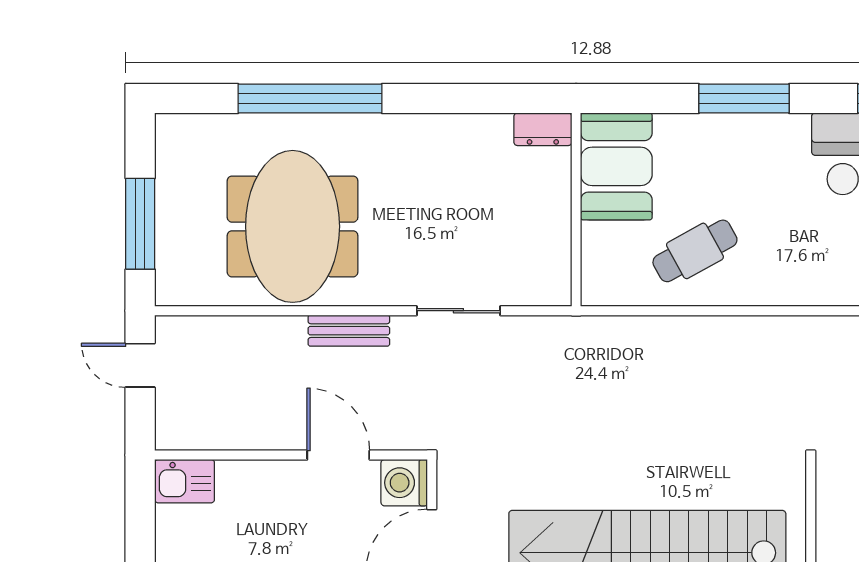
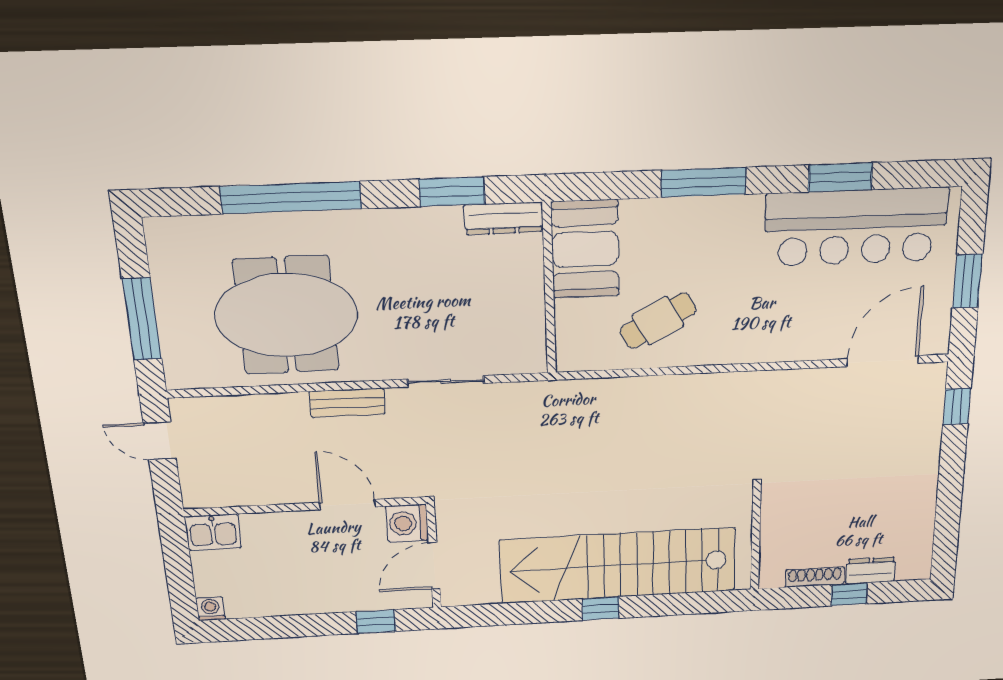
window: (477, 99) -> (452, 192), added
dresser: (543, 129) -> (504, 218), width x1.44
meeting table: (293, 226) -> (286, 315), turned 90

